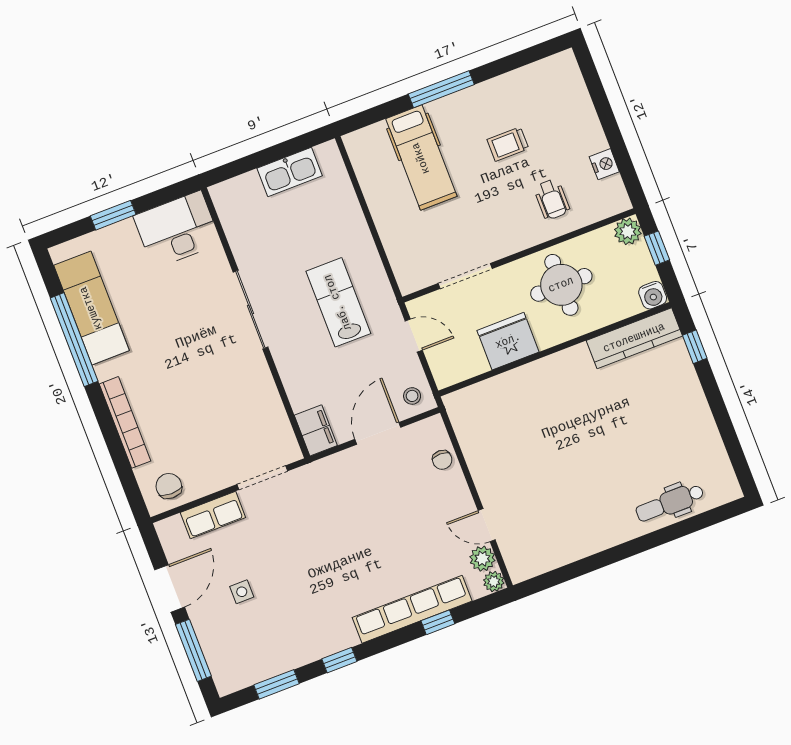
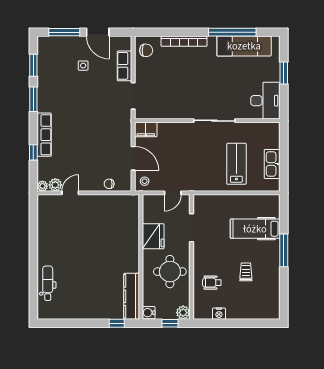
lab bench: (338, 302) -> (236, 164), moved, turned -90
row of seats: (412, 609) -> (44, 135), width x0.73
window: (339, 660) -> (33, 99), width x1.50

